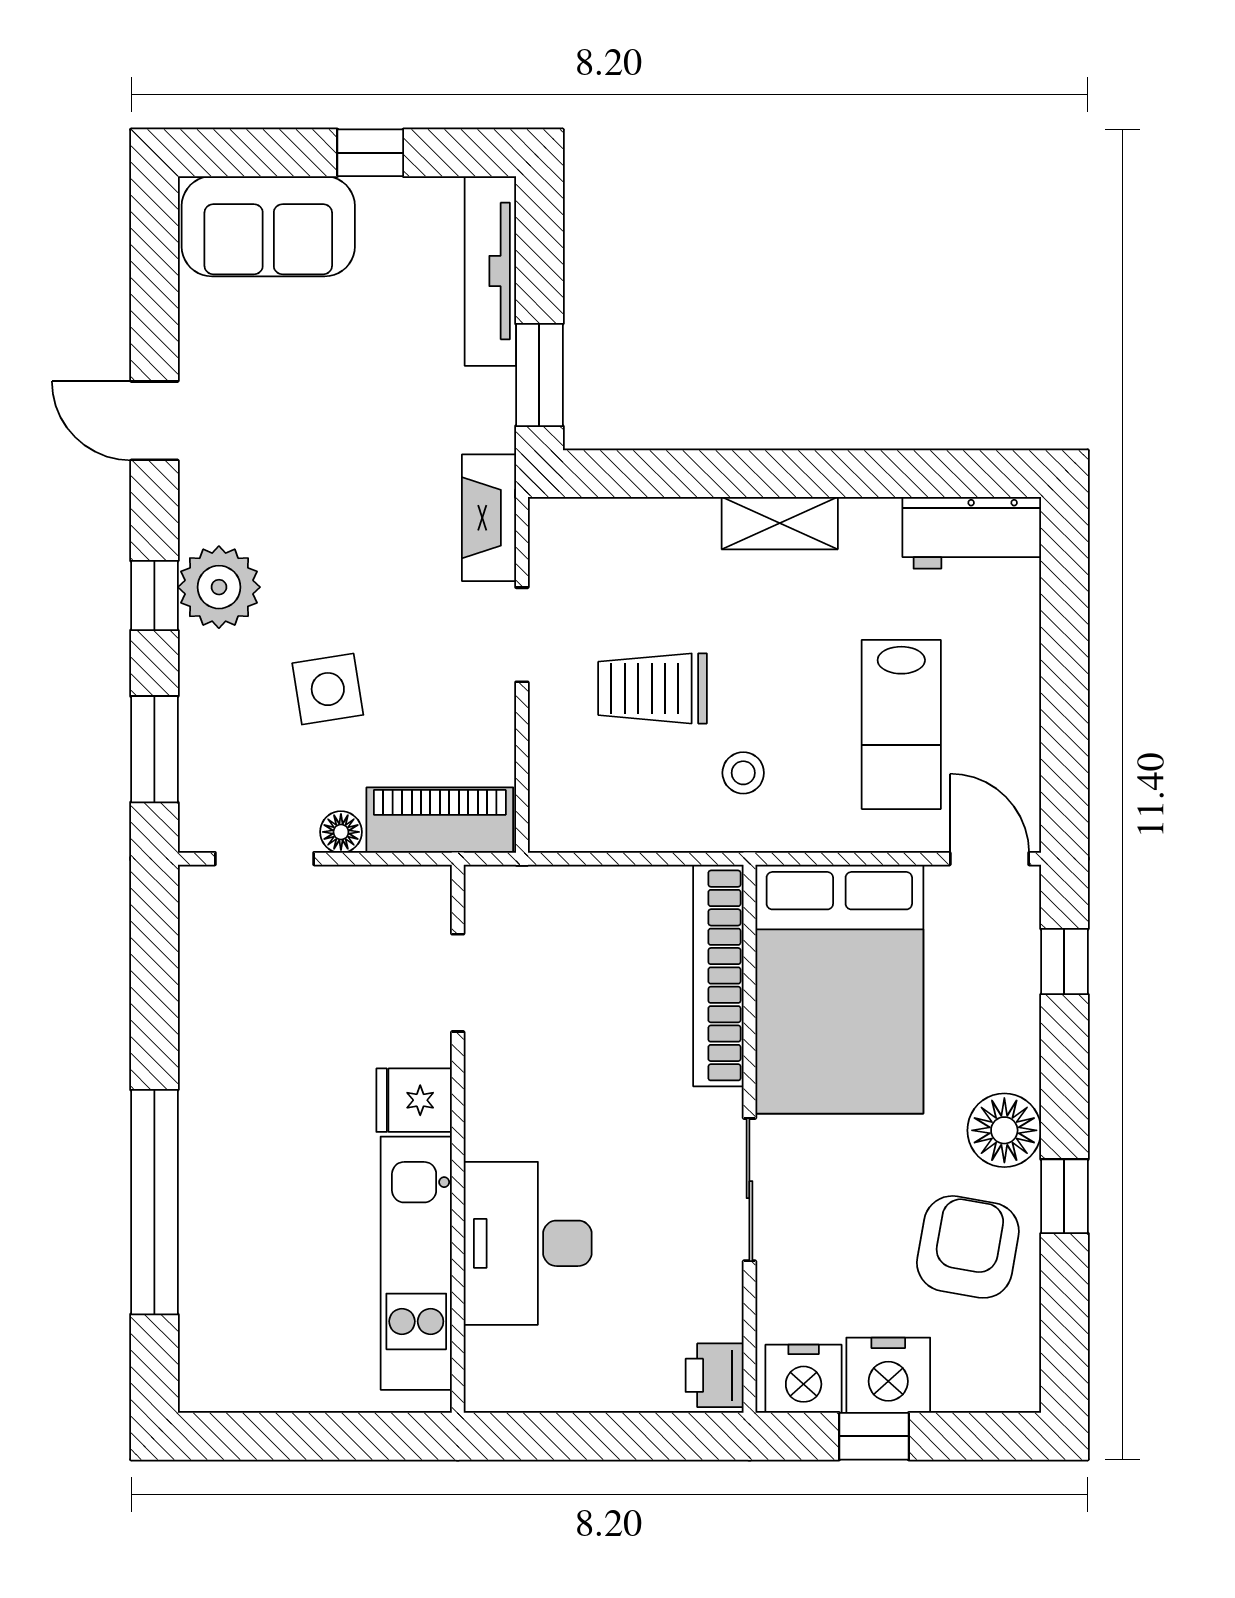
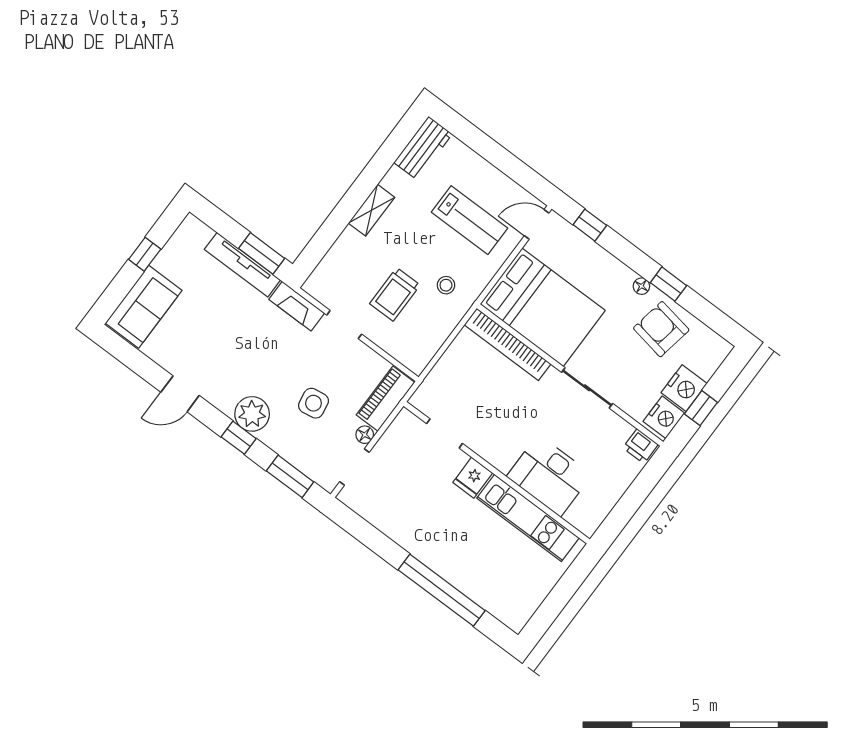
tv unit: (490, 271) -> (242, 265), moved
floor lamp: (1004, 1130) -> (641, 286), width x0.53, depth x0.53

